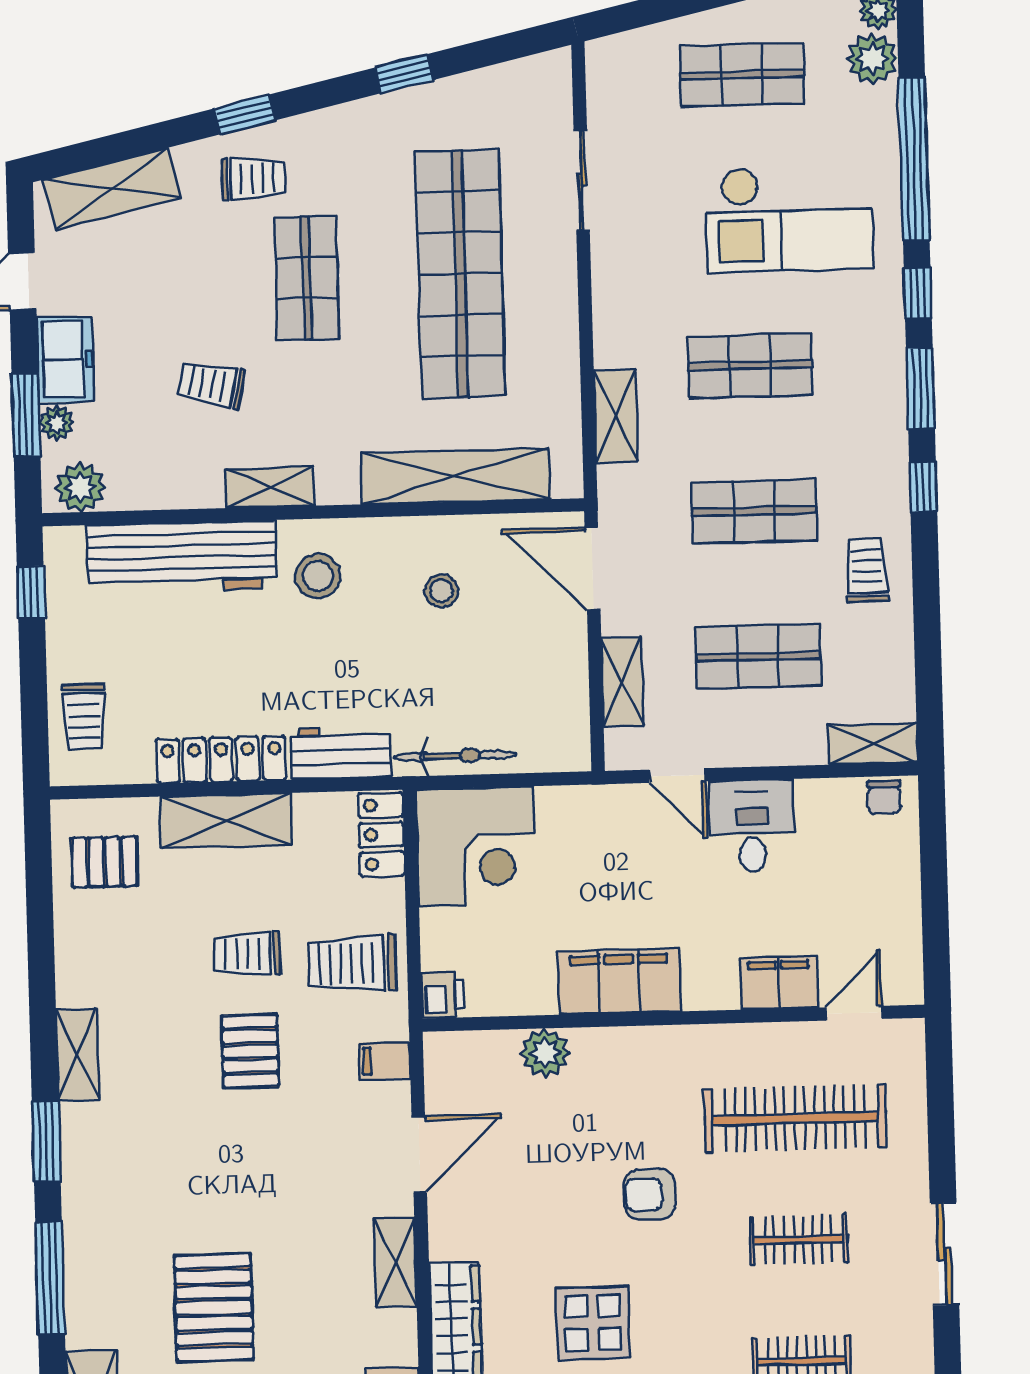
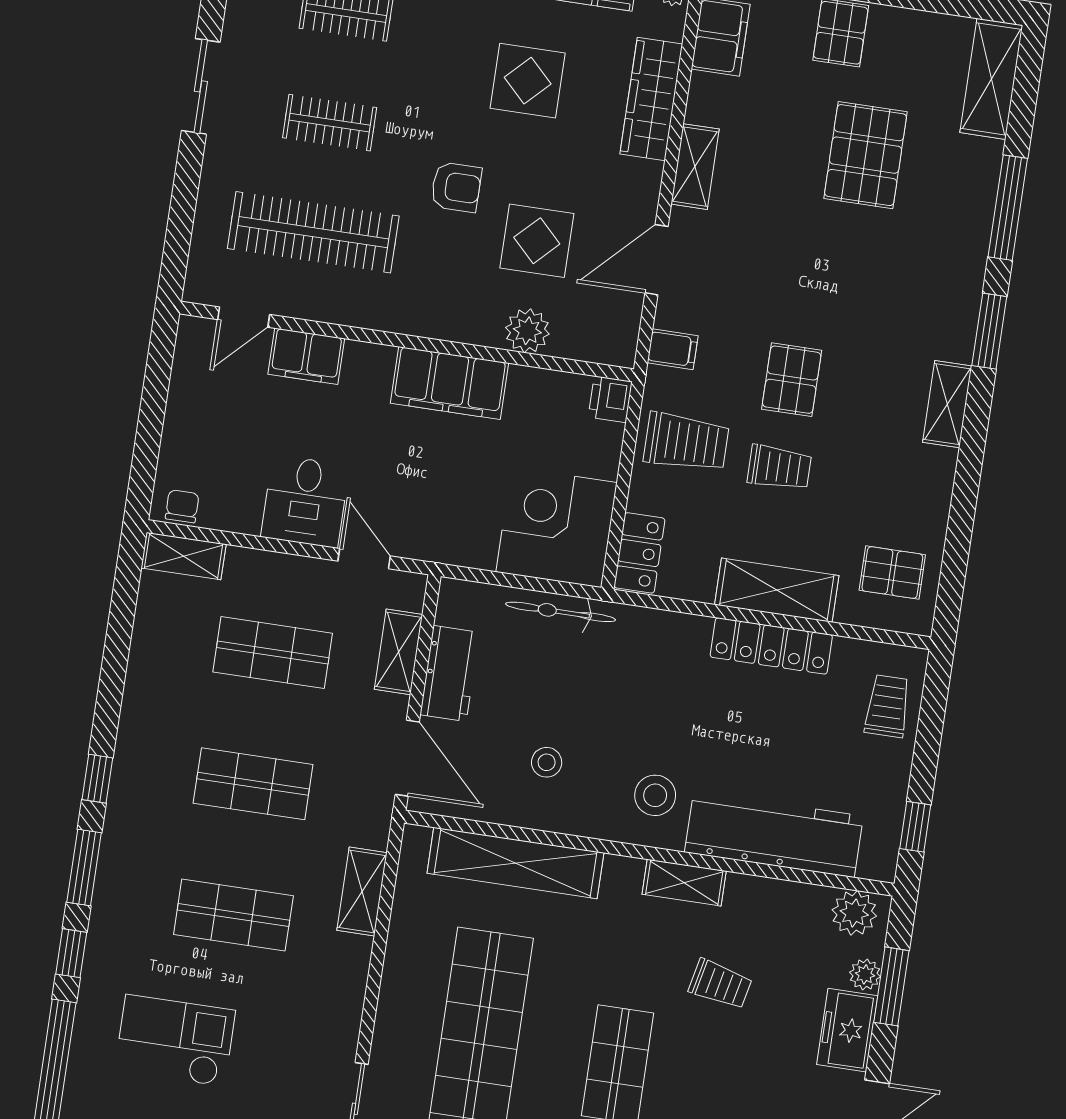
checkout: (789, 219) -> (175, 1041), width x0.73, depth x0.83
trolley: (867, 570) -> (161, 713), removed
workbench: (341, 753) -> (450, 673), moved, turned -90
display table: (552, 1152) -> (537, 241), added

